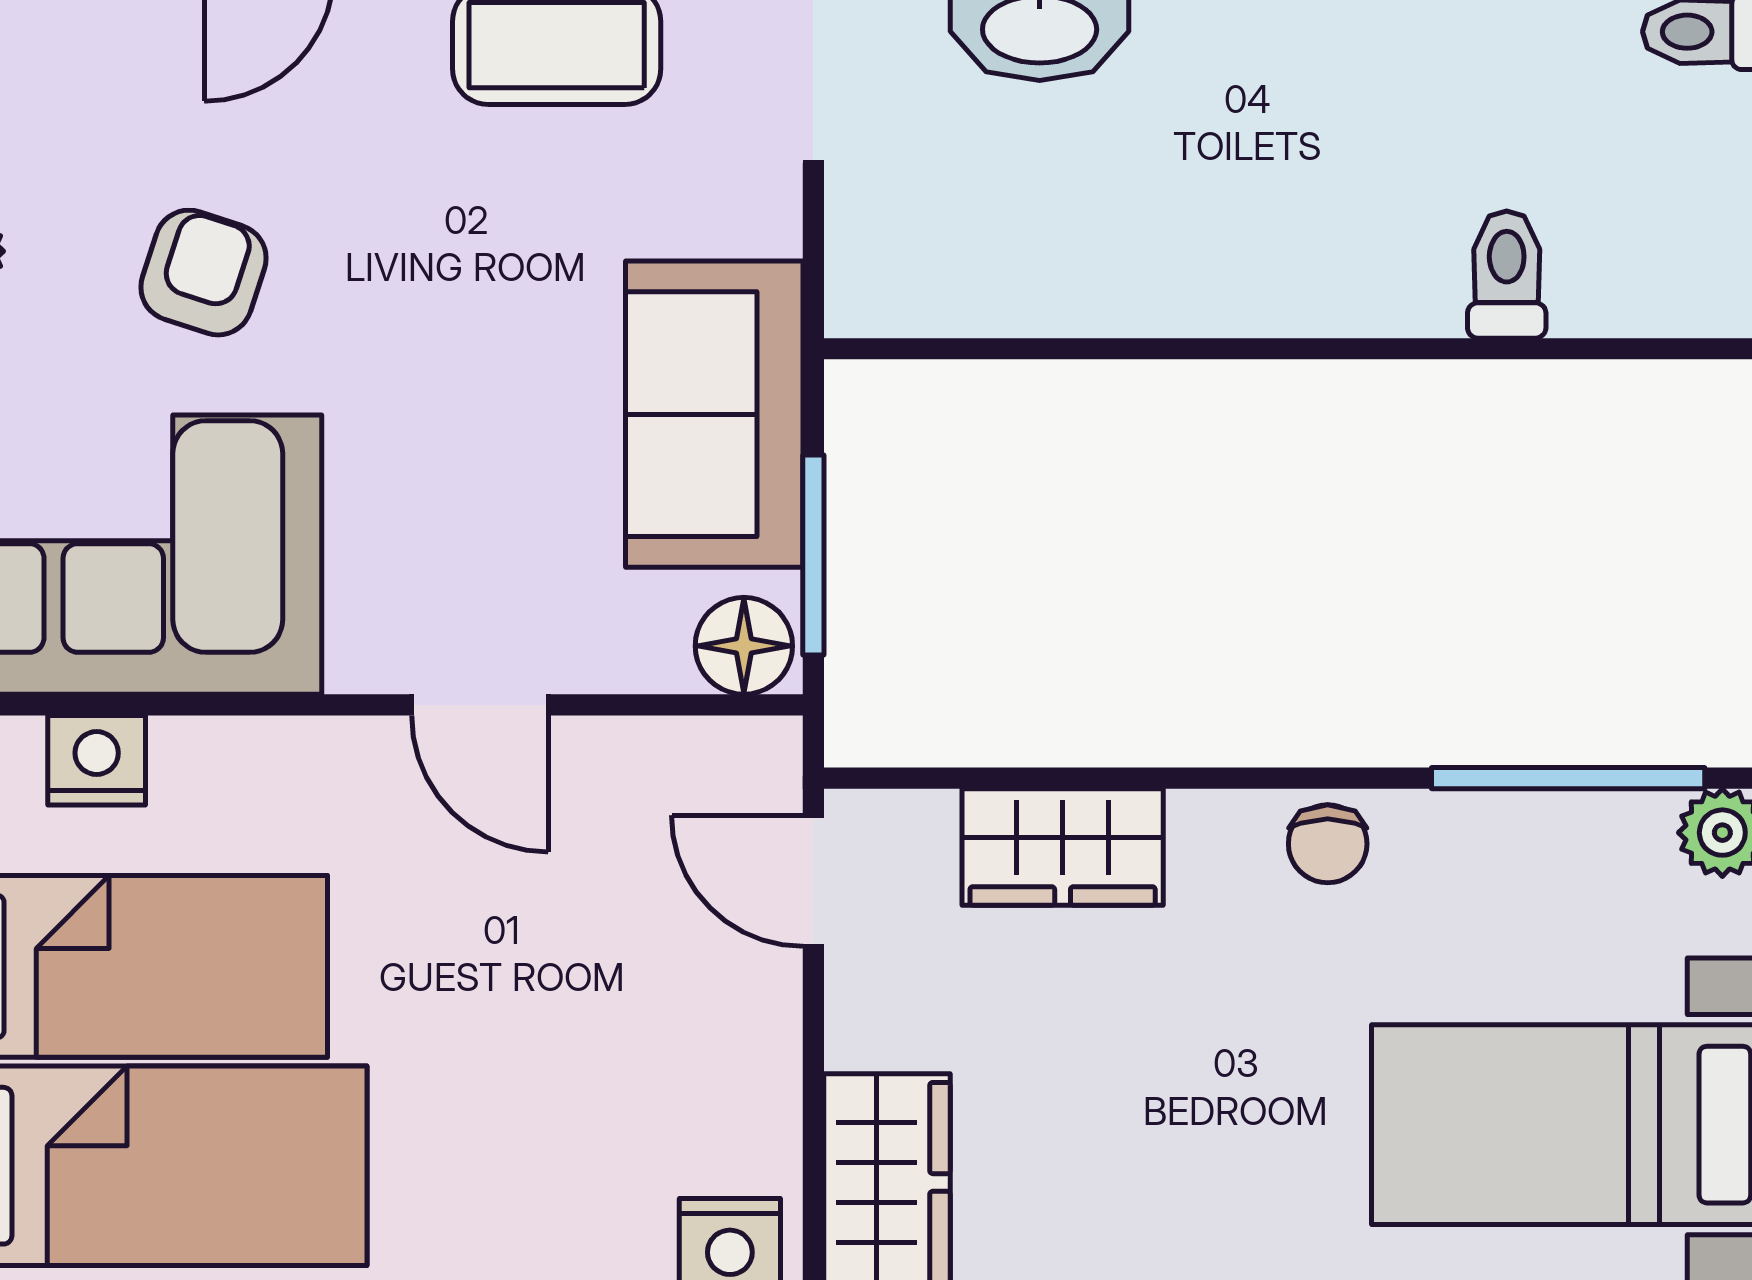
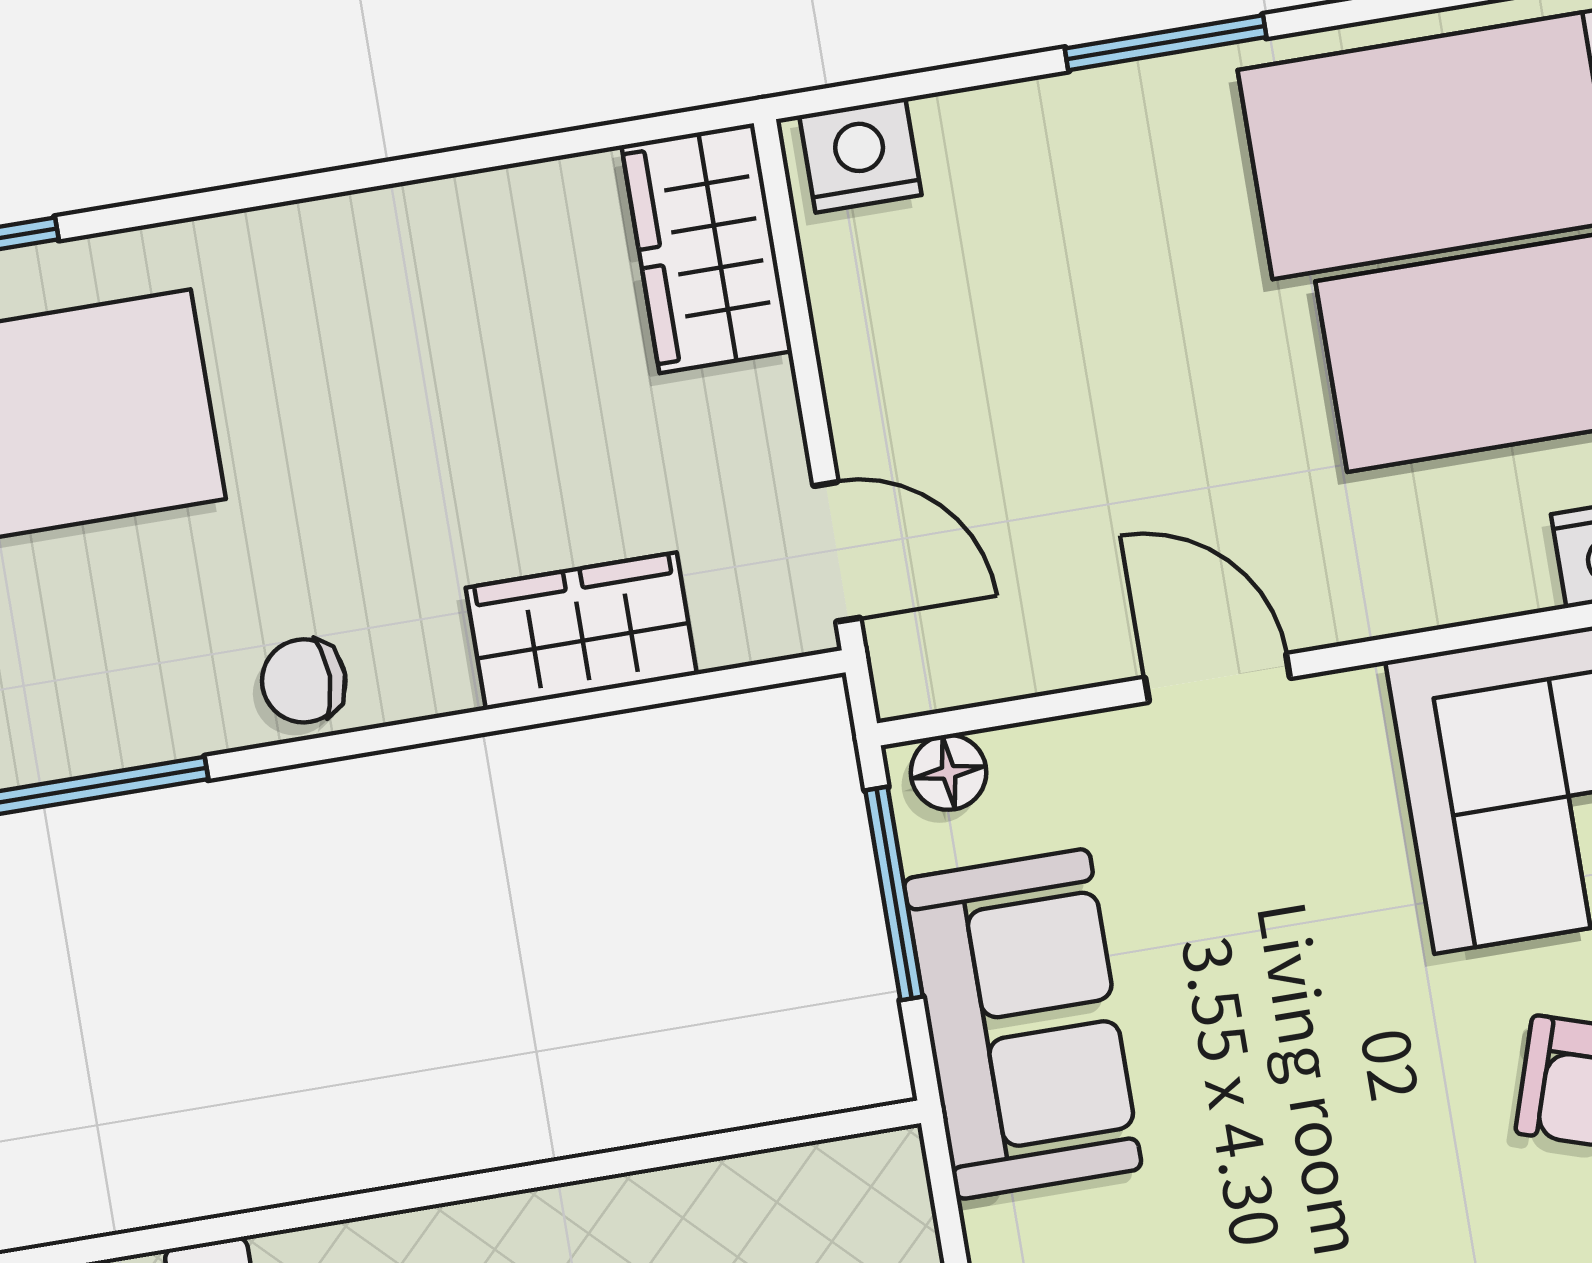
floor lamp: (744, 646) -> (949, 772), width x0.73, depth x0.73
chair: (1328, 844) -> (304, 681), turned -90

